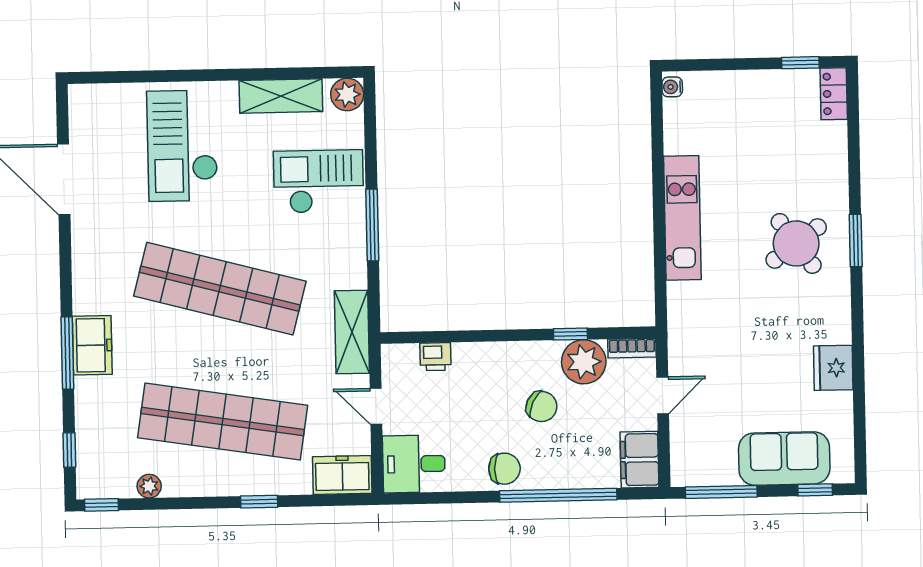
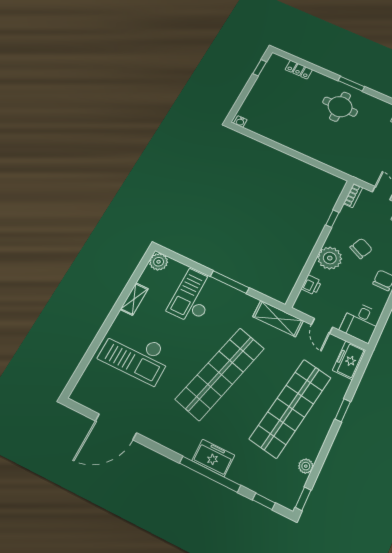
locker: (834, 94) -> (299, 70), moved
shelving: (281, 96) -> (134, 299), width x0.67, depth x0.75
kitchen unit: (682, 218) -> (303, 146), removed
round table: (796, 243) -> (340, 107), turned 36
window: (67, 353) -> (210, 474), width x1.46
plant: (584, 362) -> (330, 258), moved
door: (376, 406) -> (322, 326), hinge flipped

